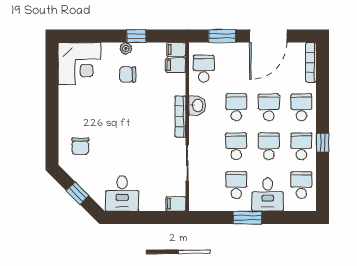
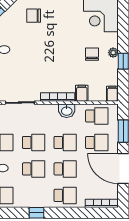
filing cabinet: (176, 65) -> (82, 93), moved
school desk: (301, 146) -> (97, 142), moved

